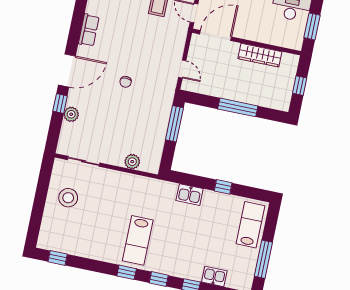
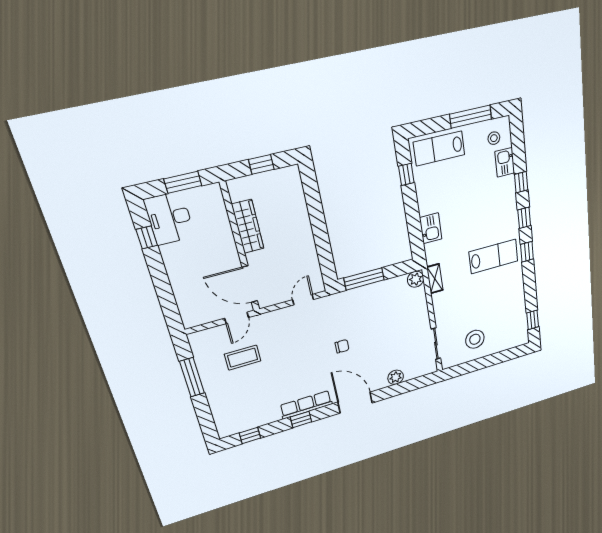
row of seats: (89, 30) -> (306, 405), width x1.48
window: (60, 104) -> (301, 419), moved
window: (238, 107) -> (318, 223), removed
plant: (132, 162) -> (416, 279), moved
shelving: (144, 182) -> (435, 279), added
window: (223, 187) -> (406, 174), moved
stool: (238, 273) -> (494, 138), added

